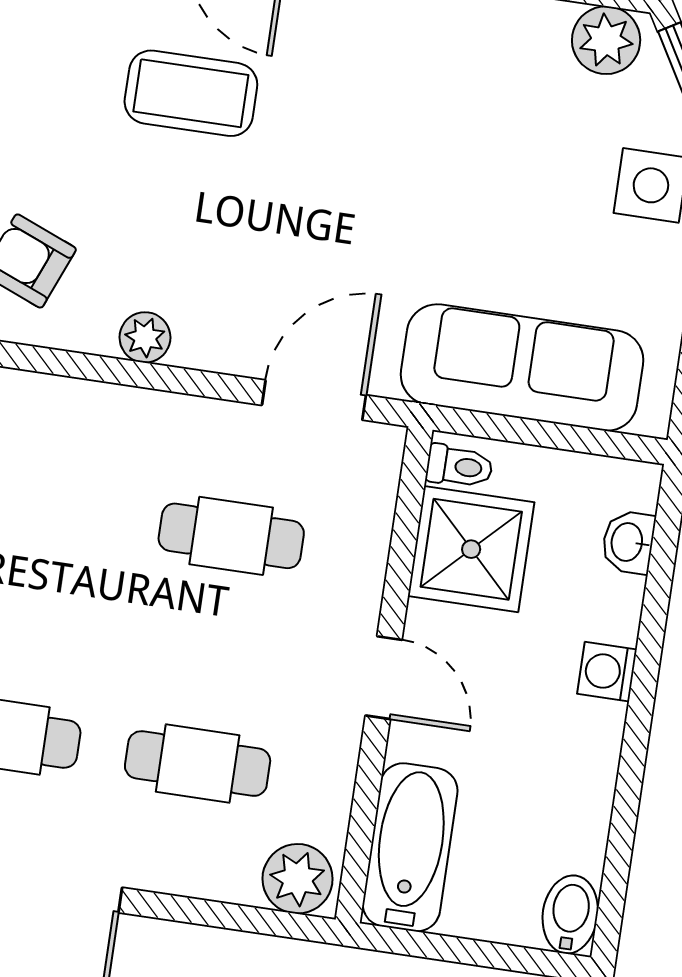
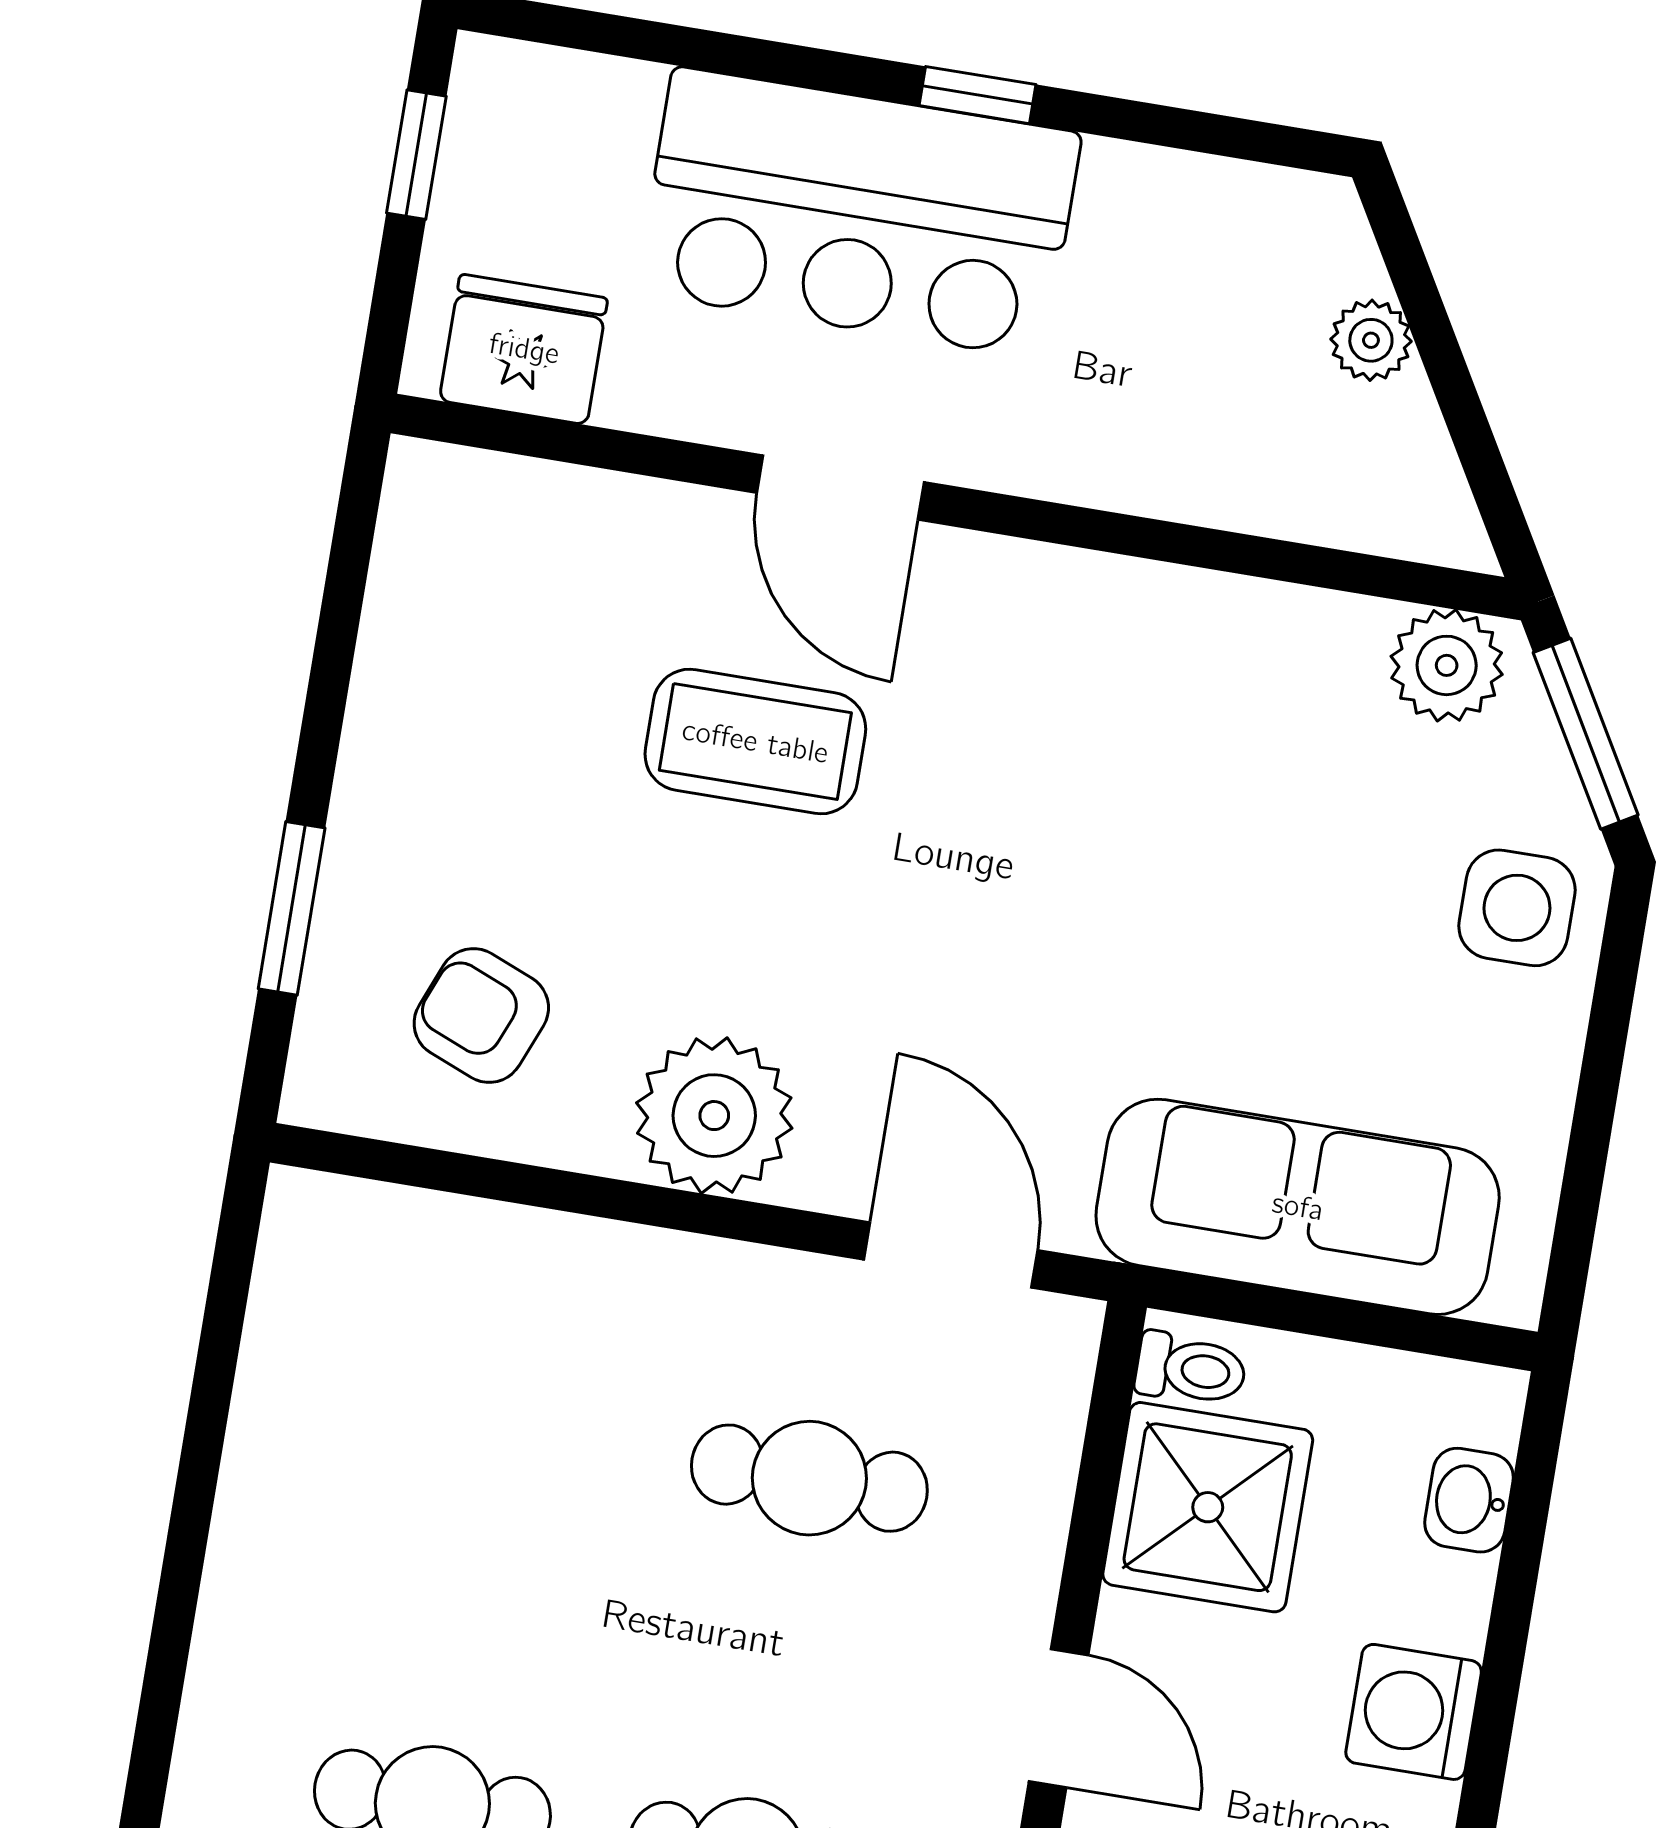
plant: (145, 337) -> (714, 1116), width x1.87, depth x1.87
door: (314, 400) -> (951, 1255), hinge flipped
washing machine: (607, 672) -> (1414, 1712), width x1.38, depth x1.38

